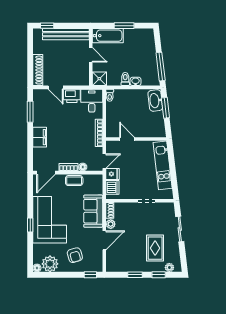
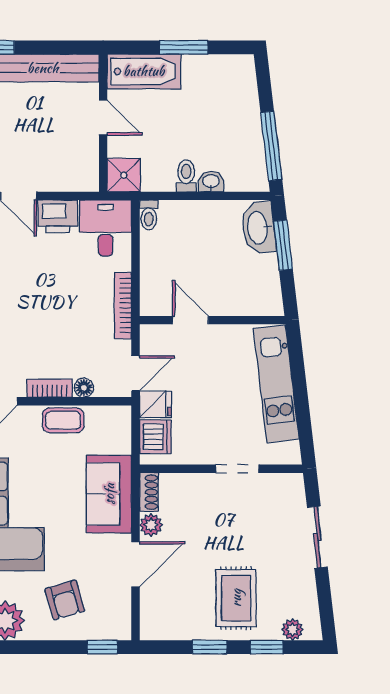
rug: (155, 248) -> (236, 598), moved

